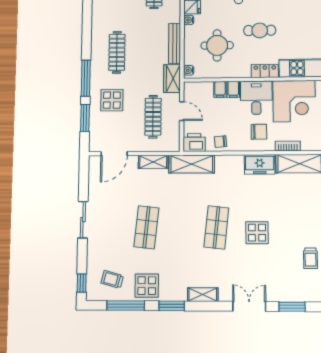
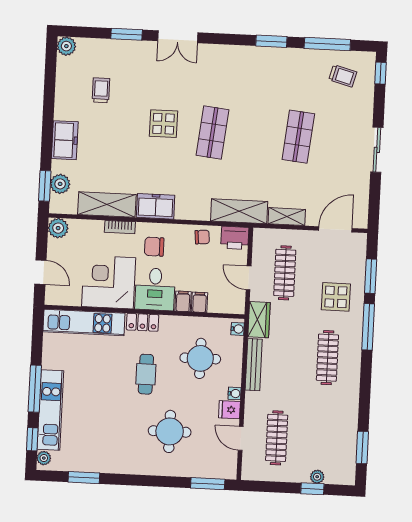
cafe table: (260, 30) -> (146, 374), turned 90
display table: (147, 286) -> (301, 67), removed
shelving: (203, 295) -> (233, 53), removed

